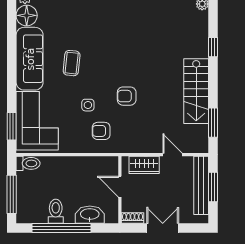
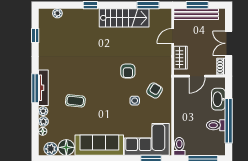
coffee table: (72, 63) -> (75, 101), moved
armchair: (101, 131) -> (154, 90), turned -149

